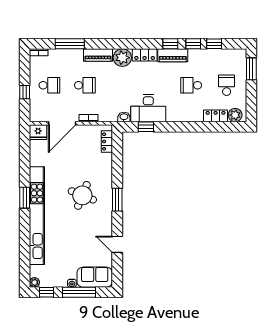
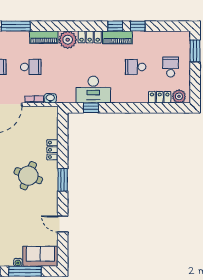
window: (214, 44) -> (158, 26), removed
washbasin: (124, 117) -> (50, 98), moved
locker: (107, 141) -> (52, 150), moved

